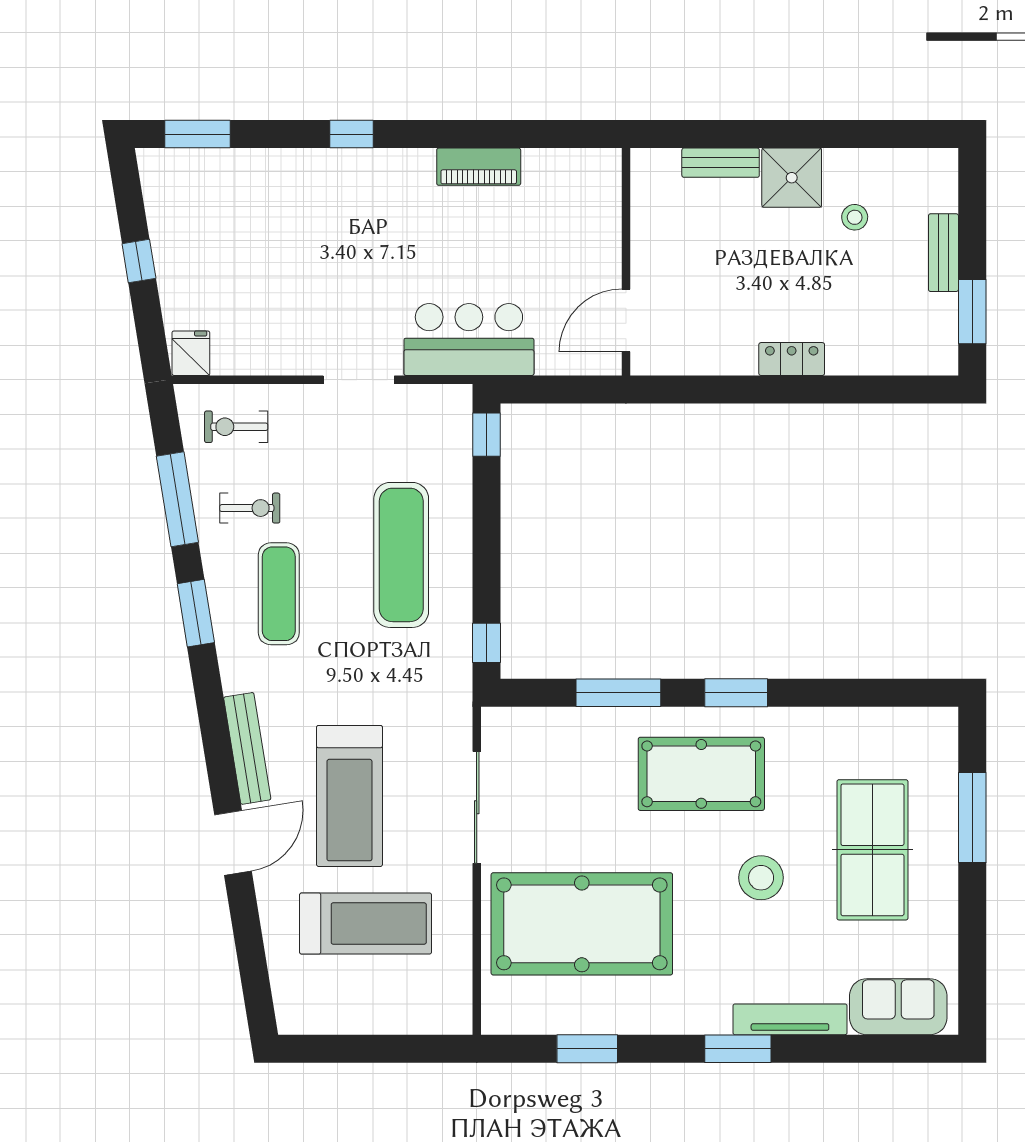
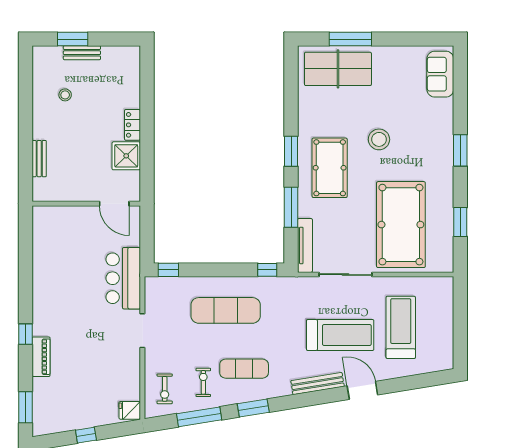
piano: (479, 167) -> (41, 357), moved
shower: (792, 178) -> (126, 156), moved
window: (972, 312) -> (73, 39), moved
table tennis table: (872, 850) -> (338, 69), moved
tv unit: (790, 1019) -> (305, 245), moved, turned 180

